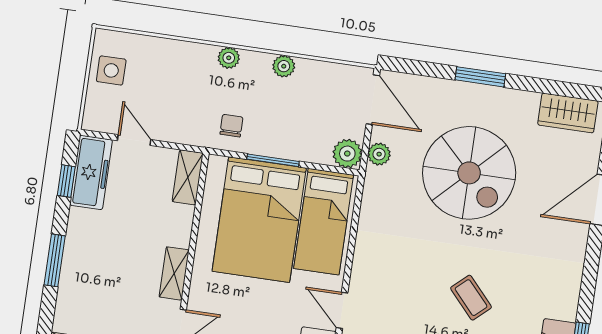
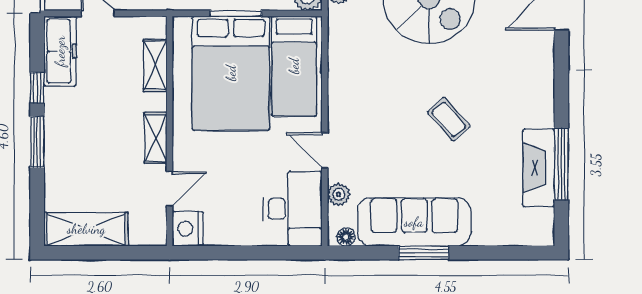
shelving: (188, 177) -> (155, 65), moved
window: (66, 181) -> (37, 88), moved

